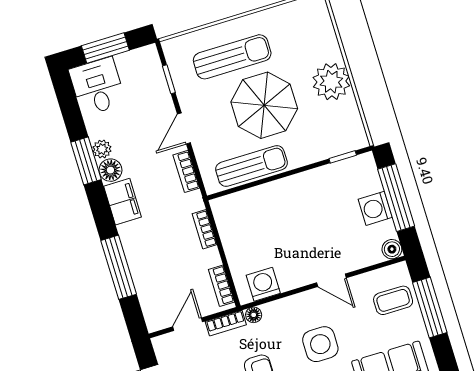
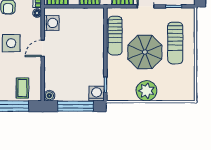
washing machine: (375, 208) -> (97, 94), moved
door: (331, 280) -> (43, 48), moved

